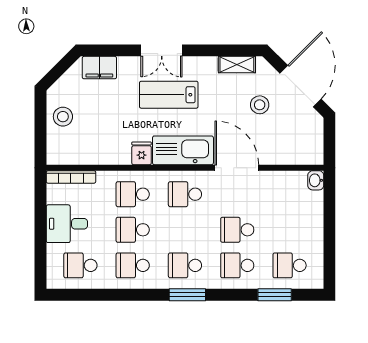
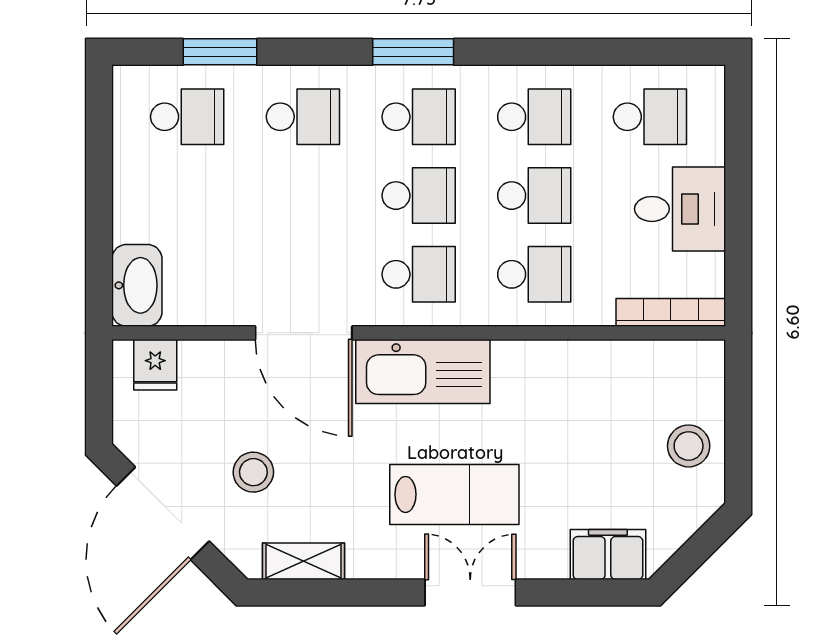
fridge: (142, 153) -> (155, 365), moved
washbasin: (316, 180) -> (137, 285), width x1.91, depth x1.45
school desk: (237, 230) -> (419, 196), moved

